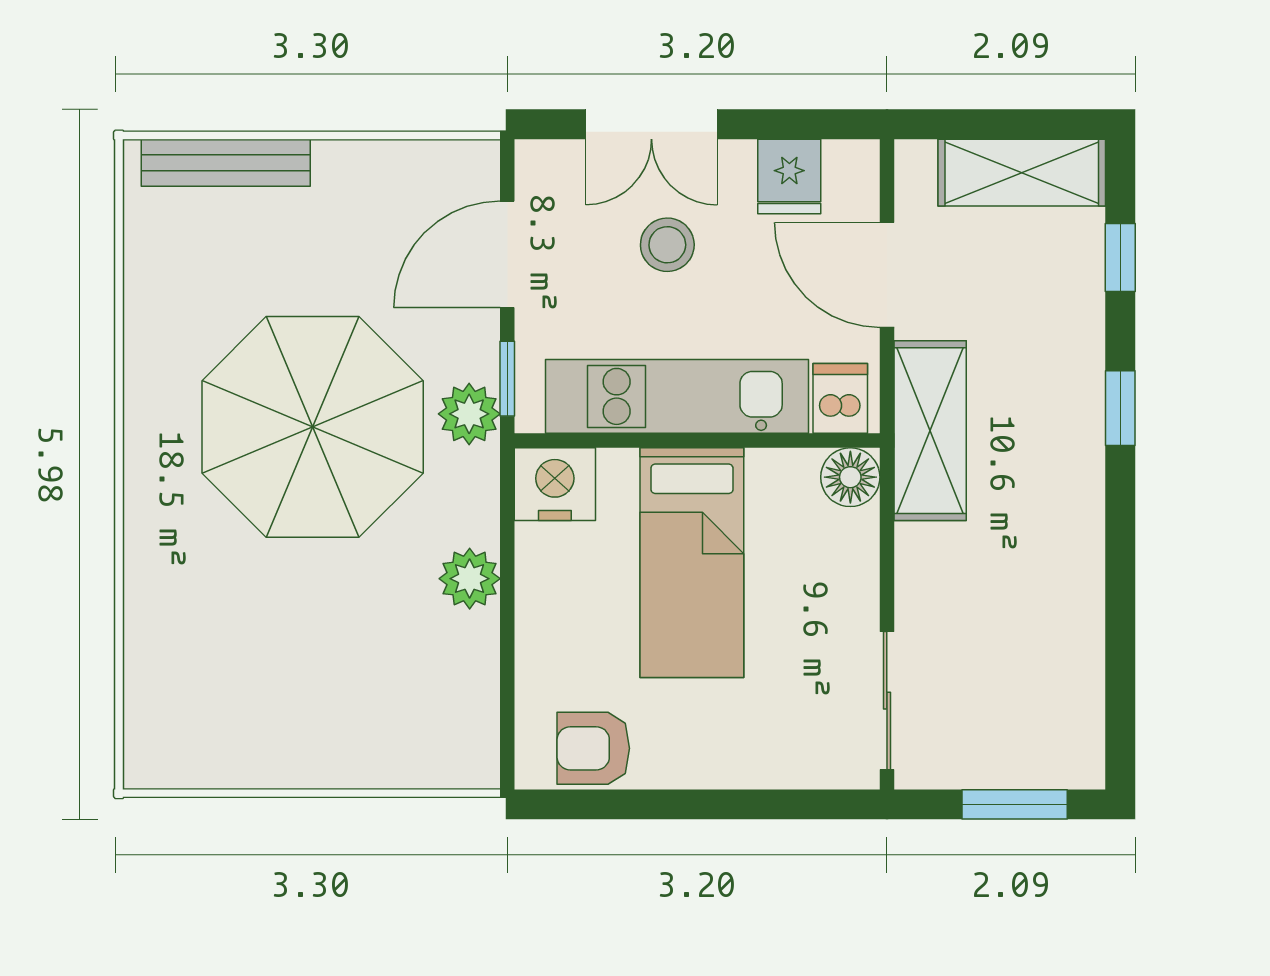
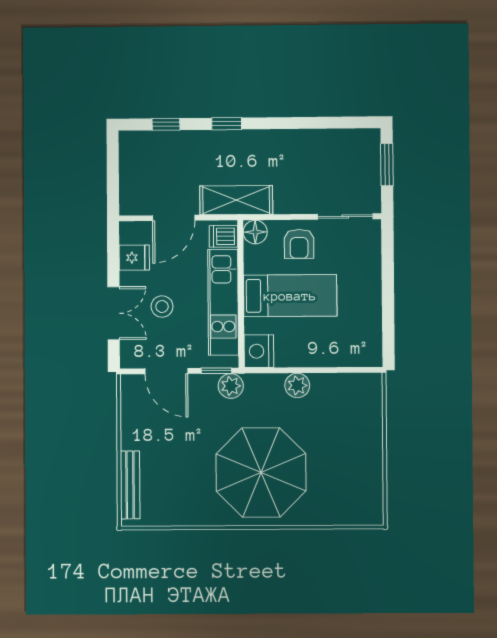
shelving: (1022, 173) -> (132, 164), removed
parasol: (313, 427) -> (261, 472), moved
armchair: (593, 748) -> (299, 244), moved

